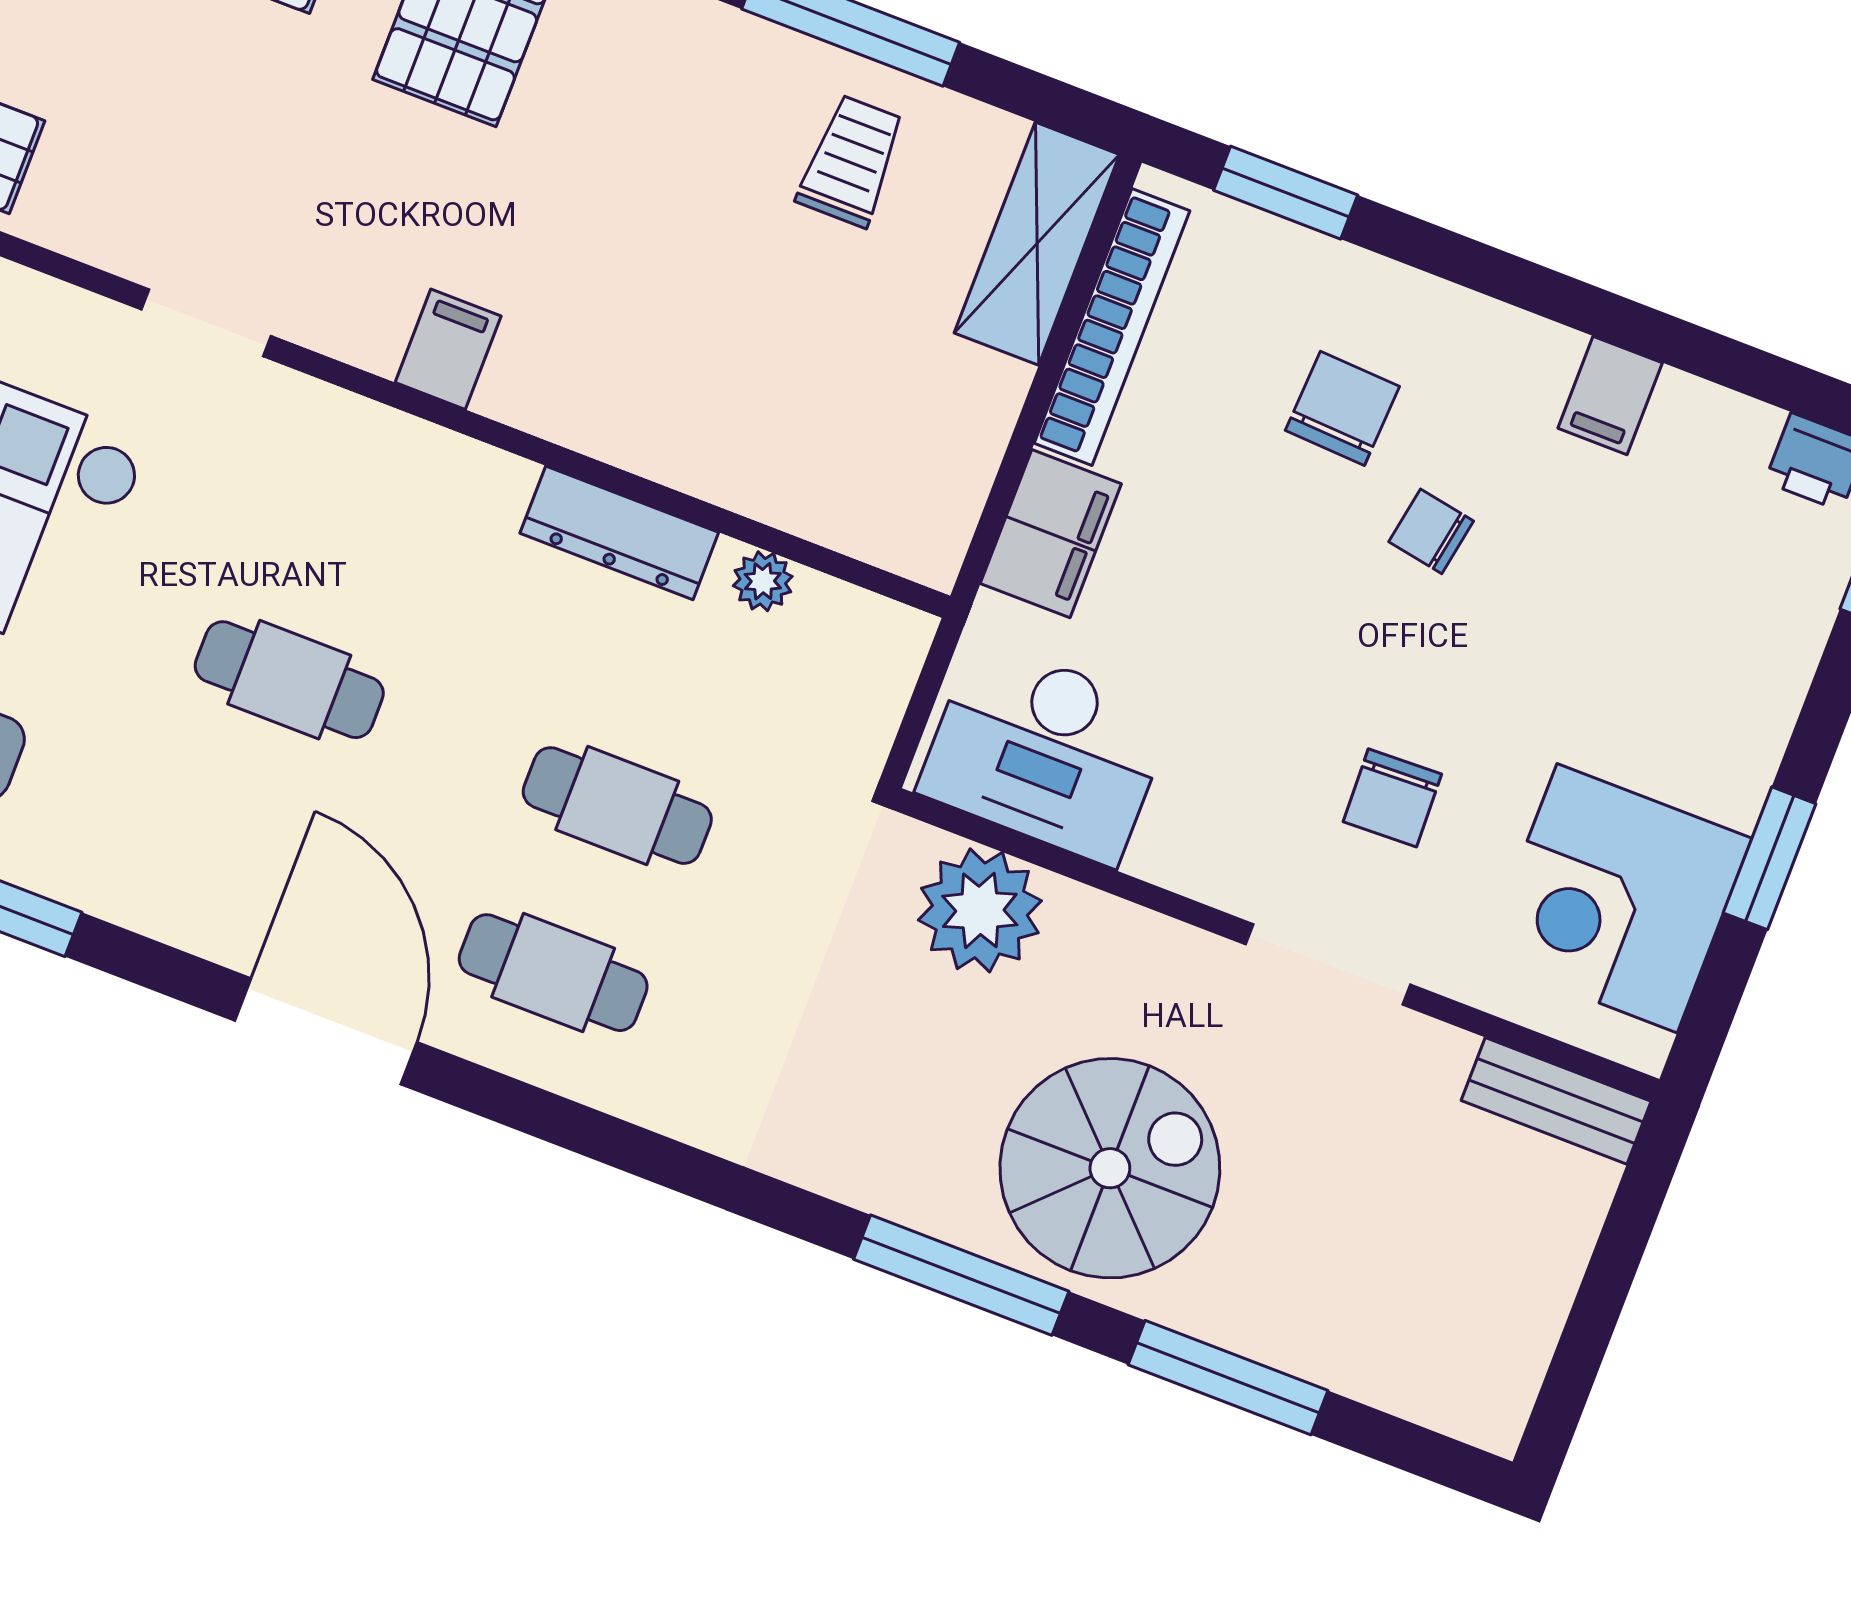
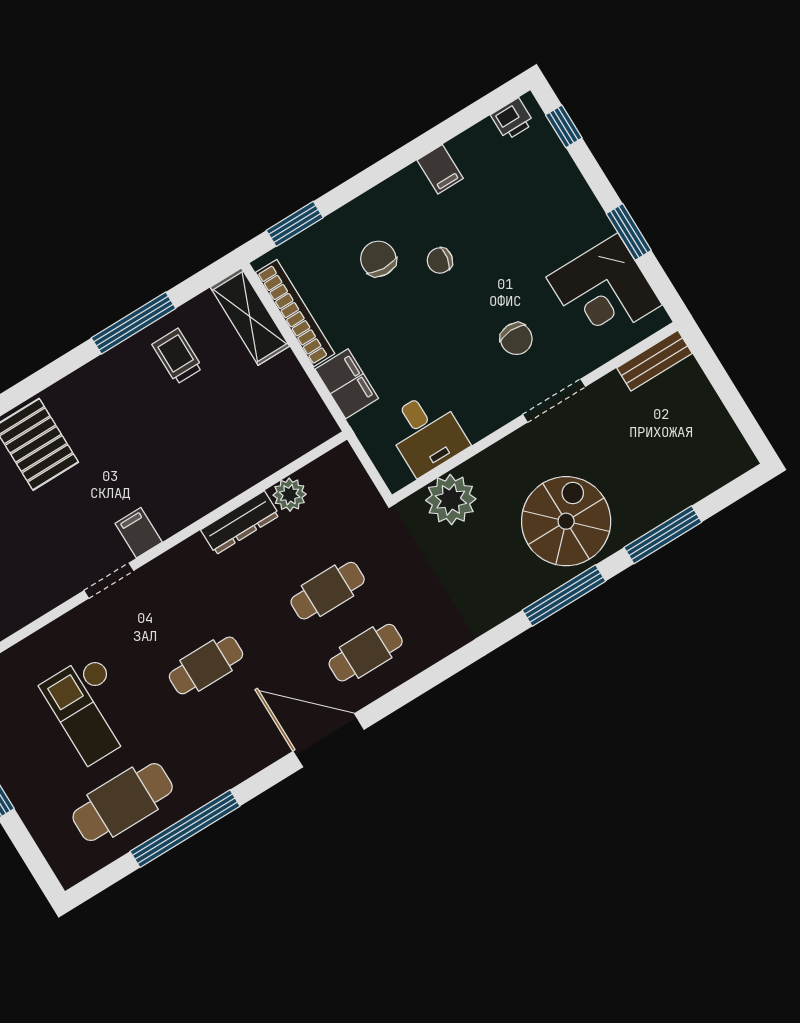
doorway: (206, 323) -> (109, 581), moved
plant: (763, 581) -> (290, 495), width x1.38, depth x1.38
desk: (1046, 752) -> (426, 433), width x0.73

